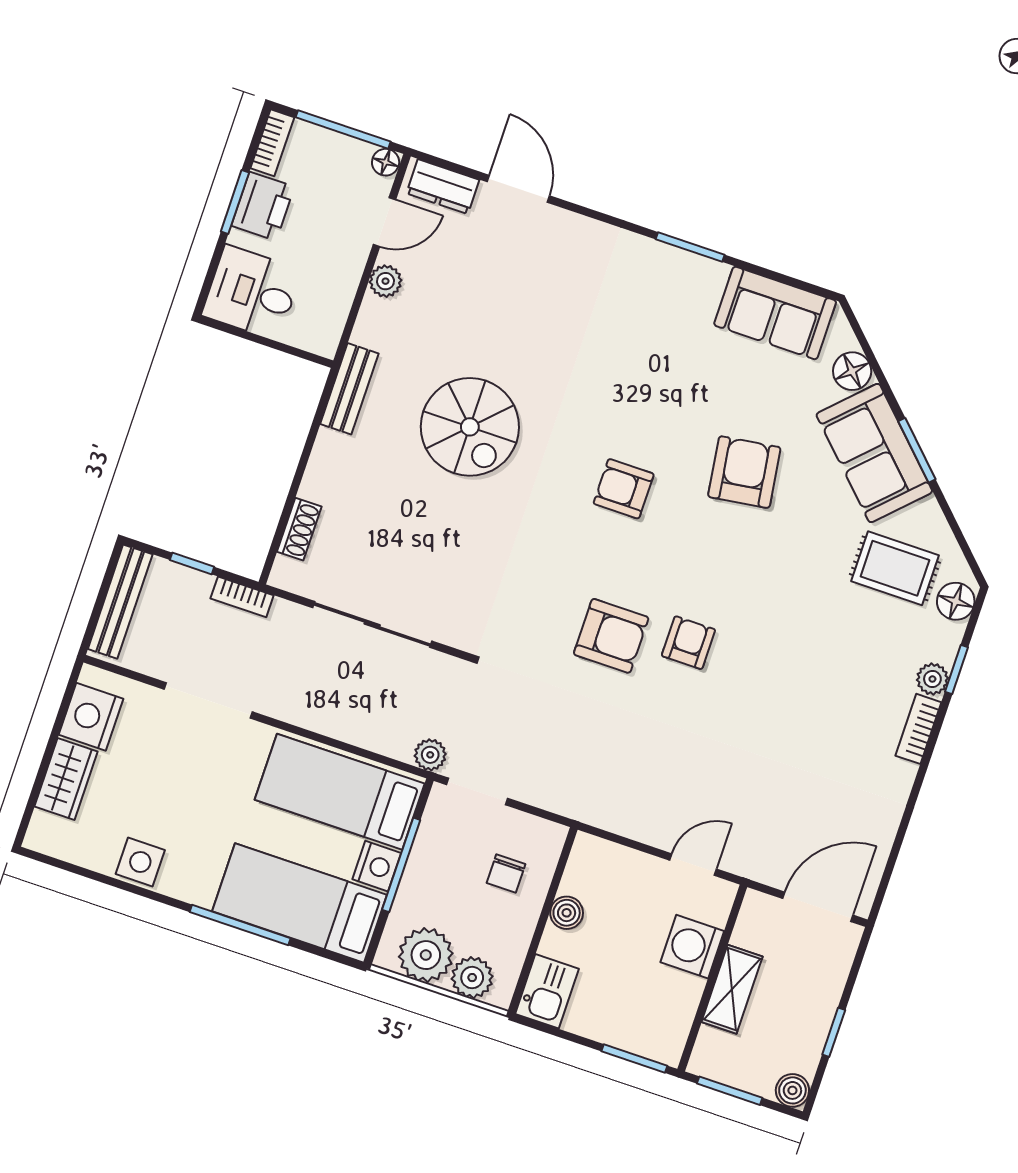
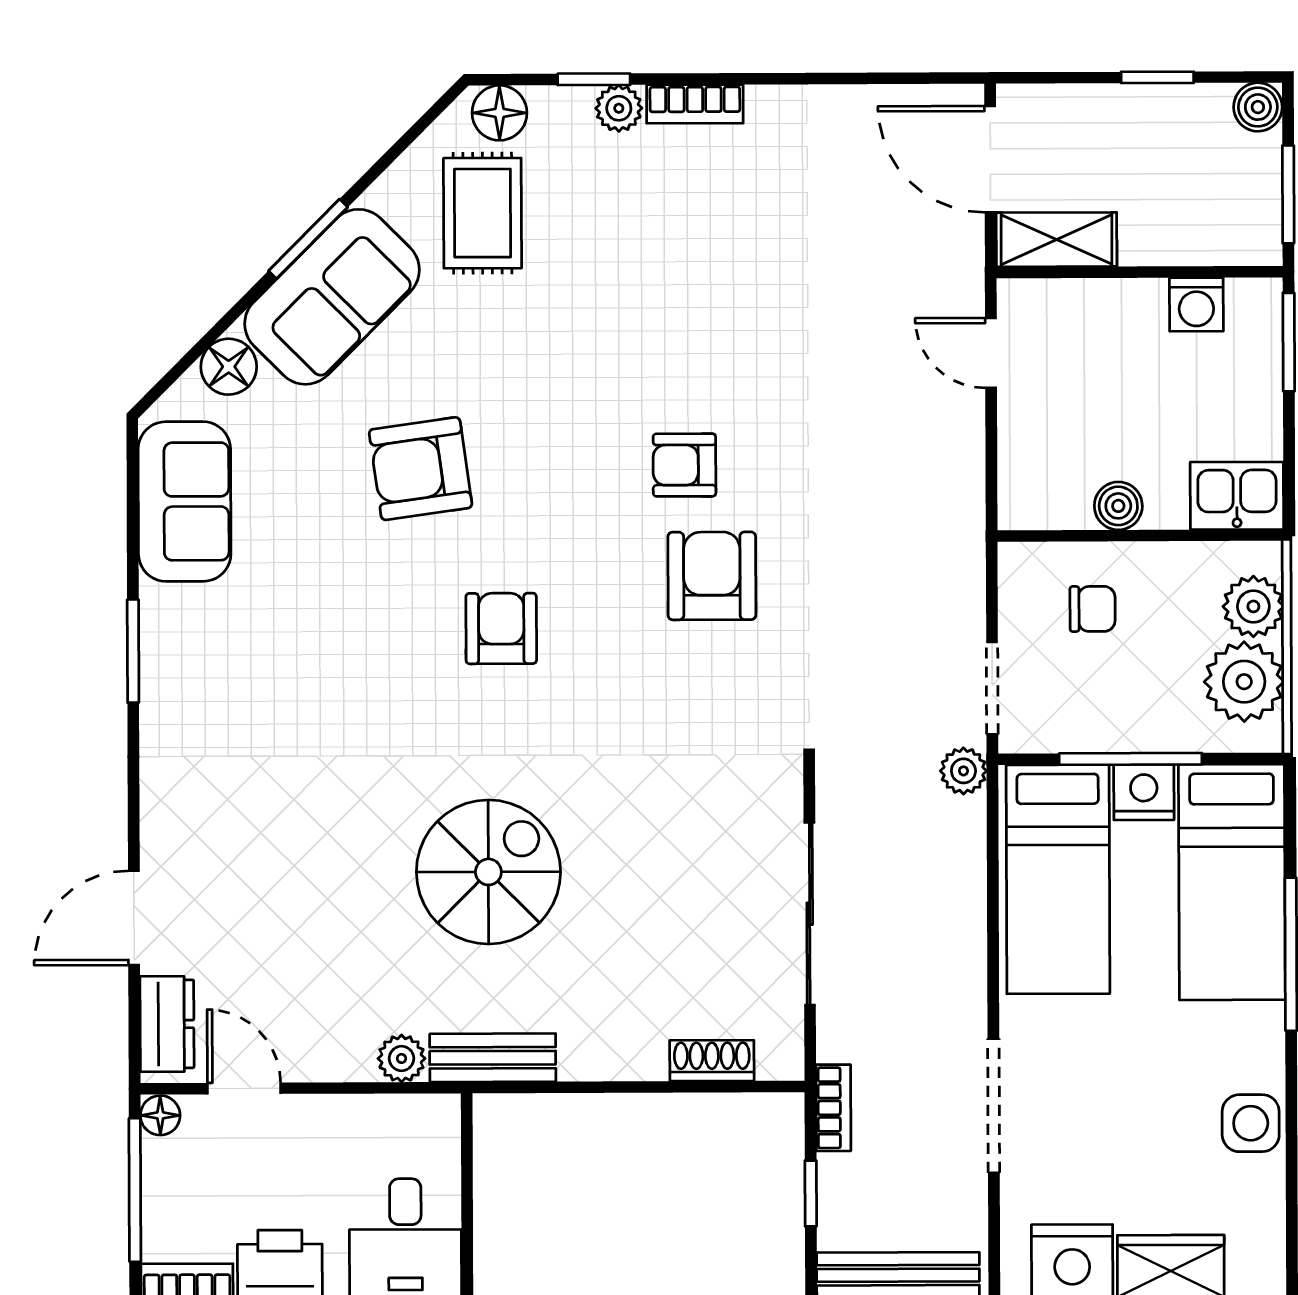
plant: (385, 281) -> (401, 1058), moved
armchair: (624, 489) -> (501, 628), turned 180
washing machine: (692, 947) -> (1196, 304), moved, width x0.73, depth x0.73
shelving: (732, 989) -> (1057, 240), moved

